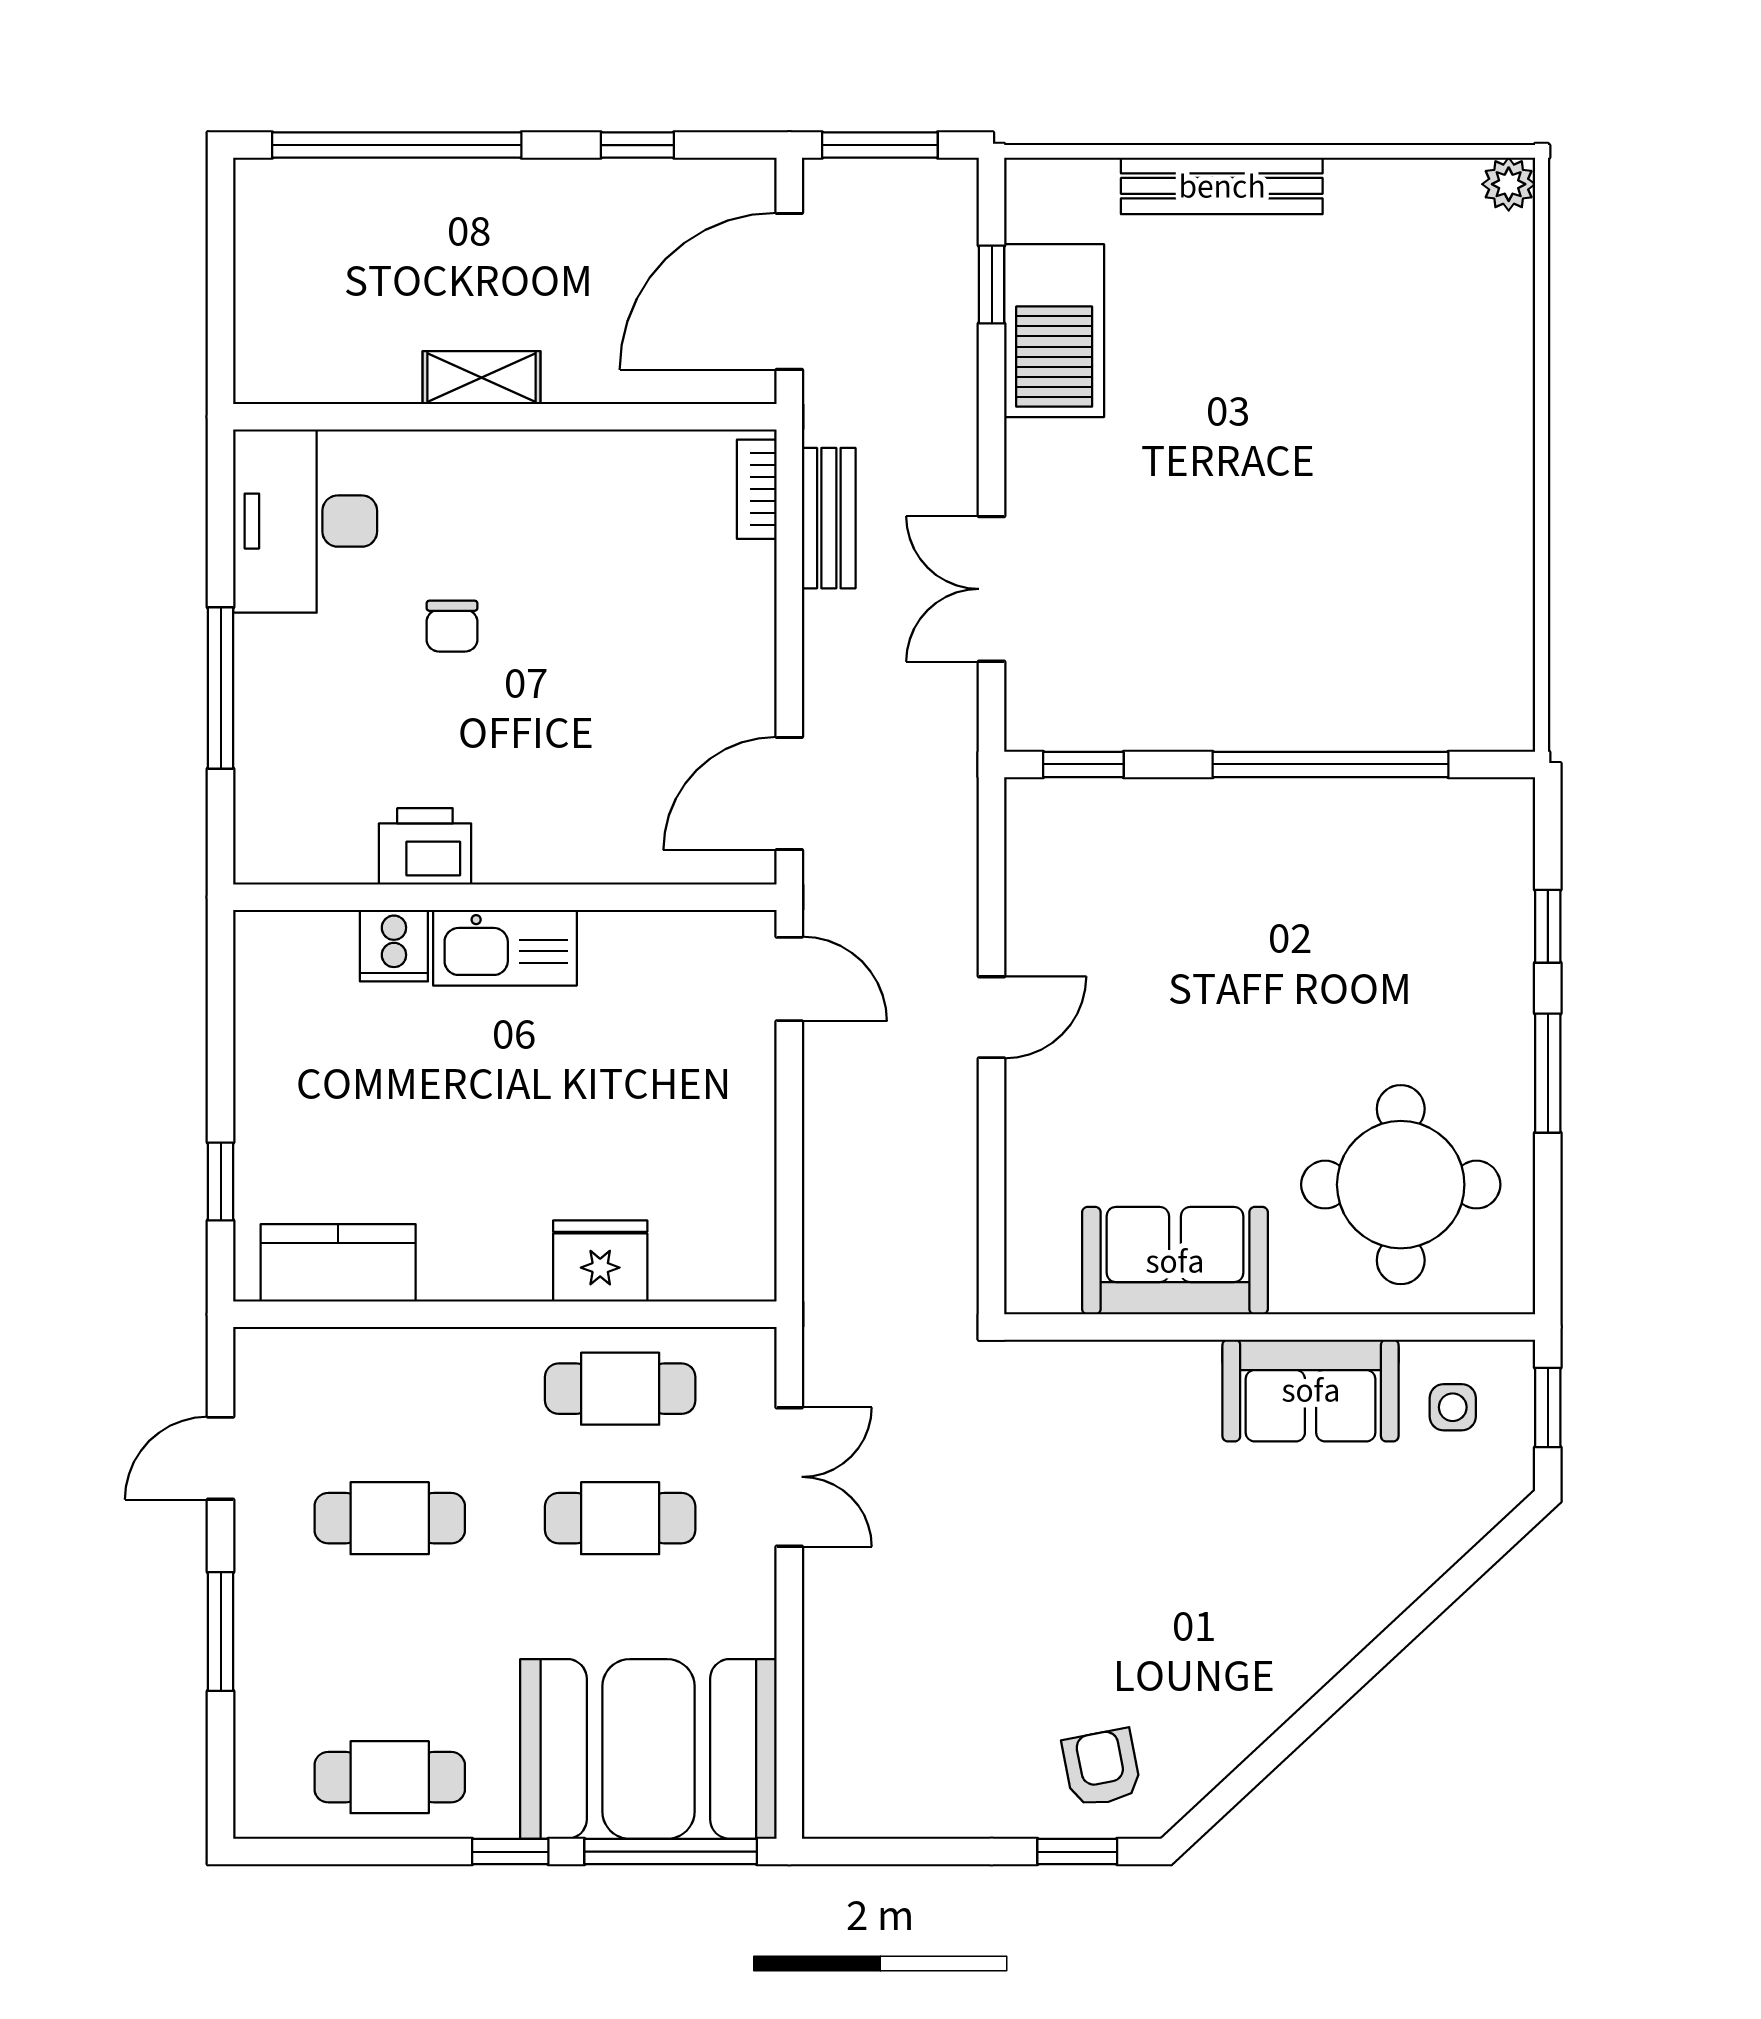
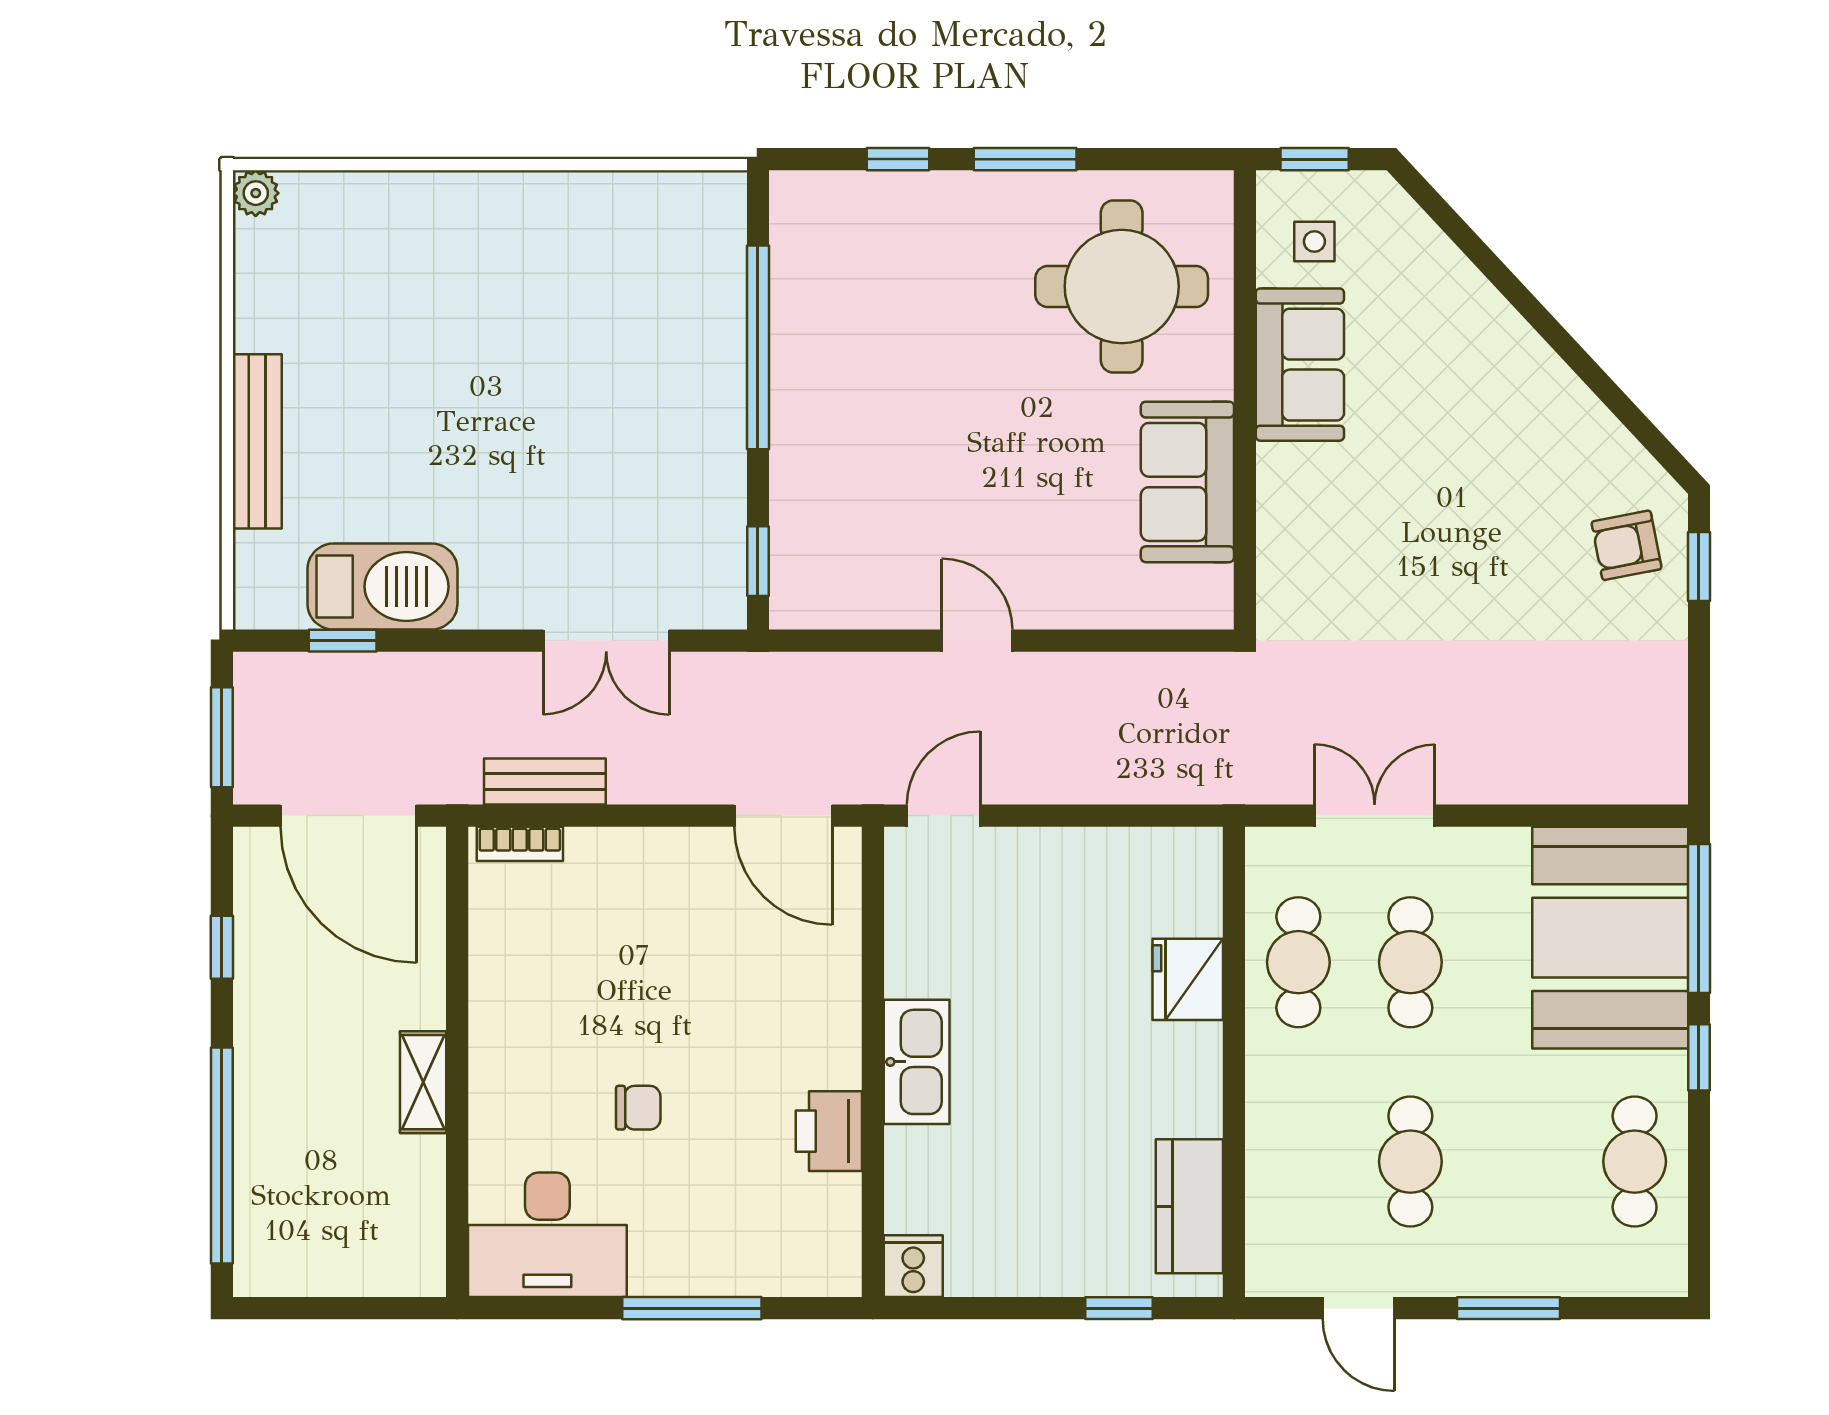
cooker: (394, 946) -> (913, 1266), moved, turned -90

